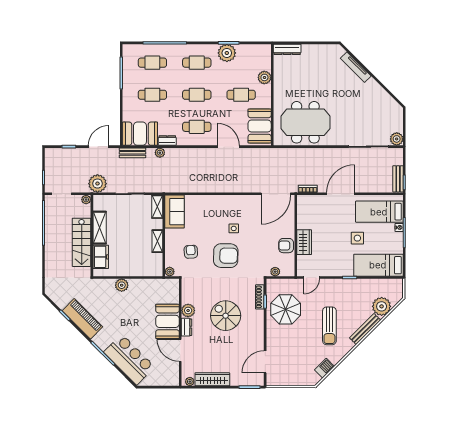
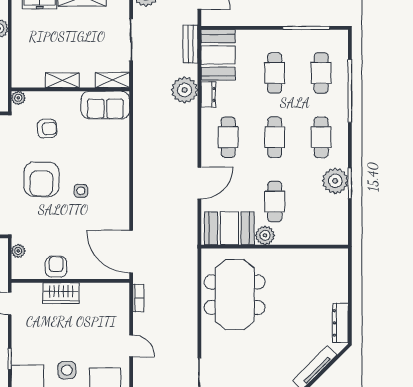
dresser: (287, 49) -> (340, 323), moved
plant: (264, 77) -> (265, 235), moved
plant: (160, 153) -> (184, 90), width x1.88, depth x1.88
door: (341, 194) -> (131, 346), width x0.53

